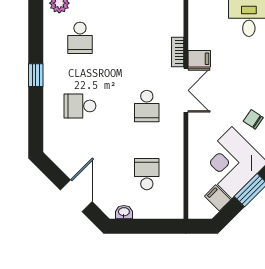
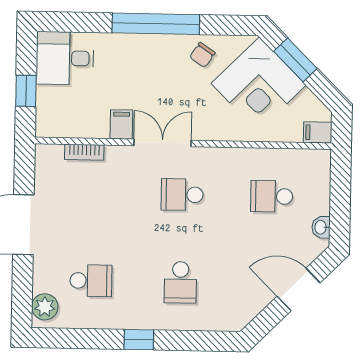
bookcase: (178, 52) -> (84, 152), moved
school desk: (147, 106) -> (182, 195), turned 180
filing cabinet: (218, 198) -> (318, 132), moved, turned 45

